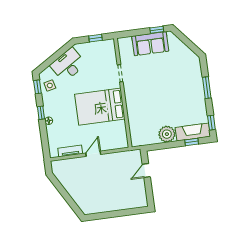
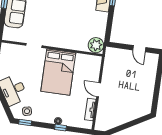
window: (41, 113) -> (61, 128), moved
plant: (167, 134) -> (96, 45), moved
door: (146, 171) -> (139, 49), moved

